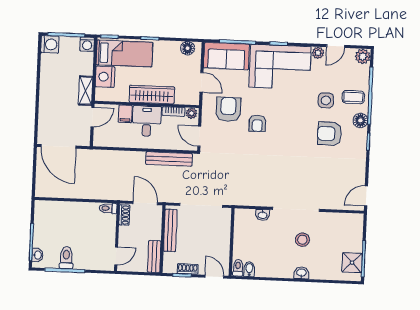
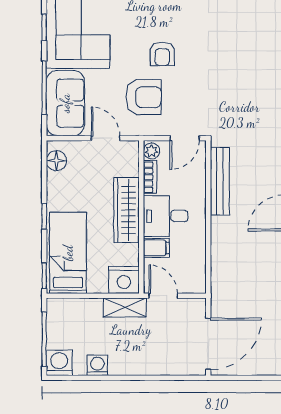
washing machine: (87, 44) -> (97, 365), moved, turned -90
nightstand: (105, 77) -> (124, 280), moved
door: (201, 82) -> (106, 138), hinge flipped
armchair: (228, 109) -> (144, 97), turned 180
armchair: (257, 123) -> (162, 54), turned 90

